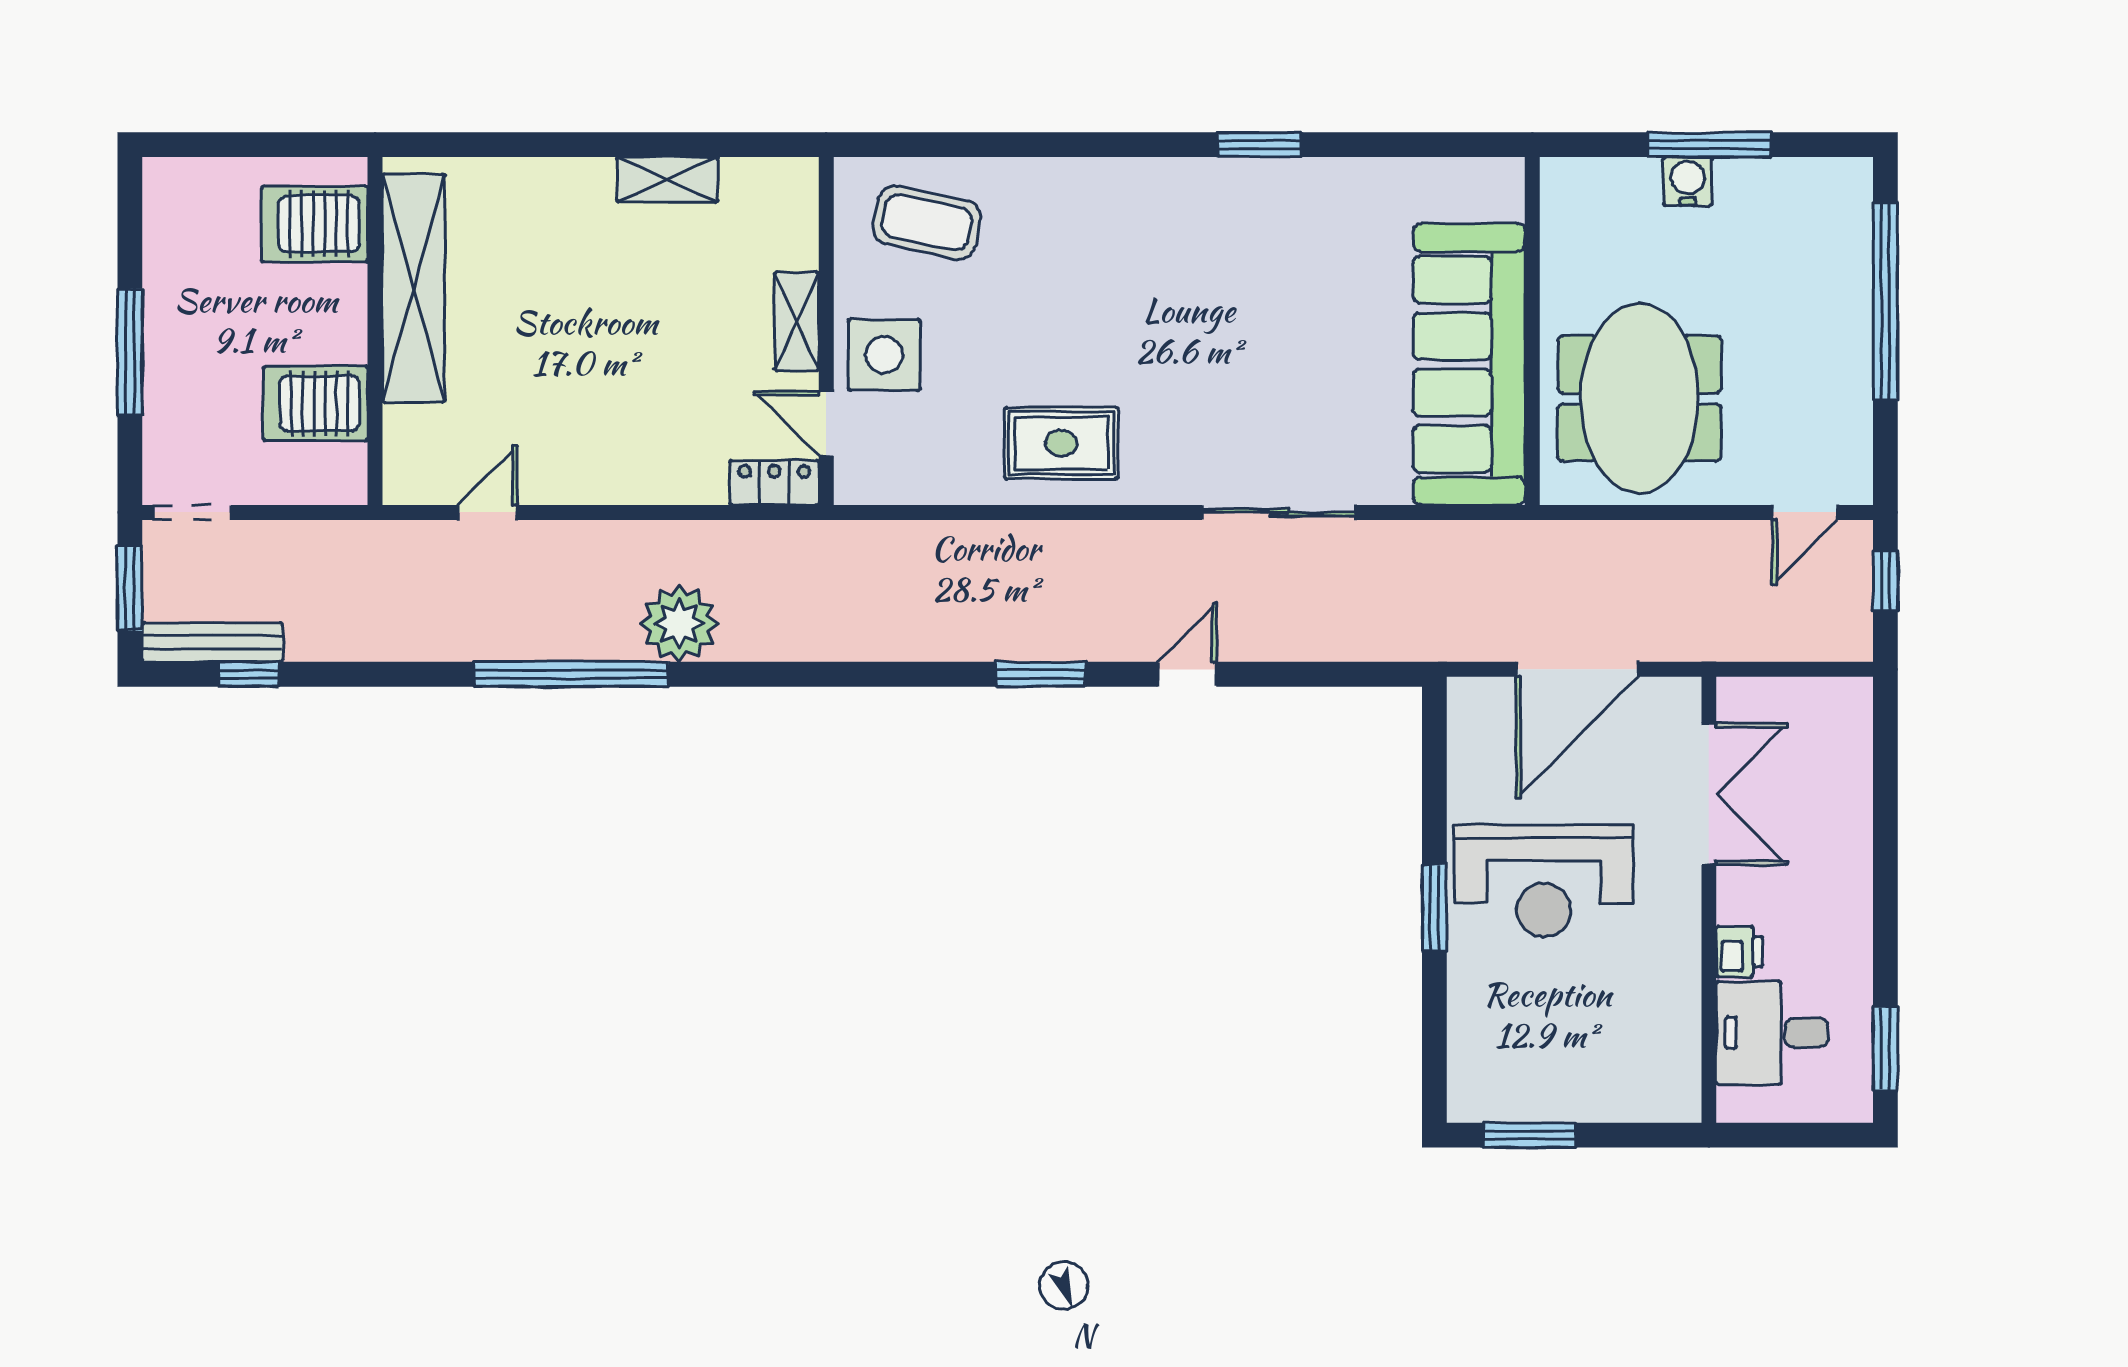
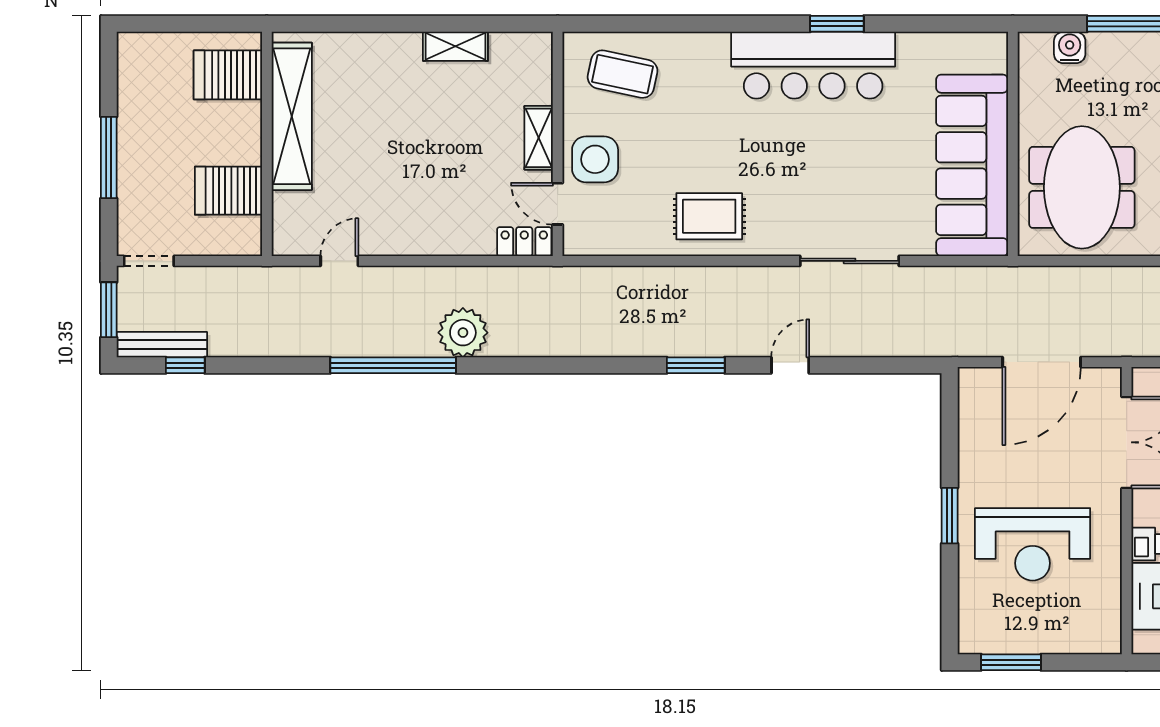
water cooler: (1688, 181) -> (1070, 47), moved
bar counter: (1223, 209) -> (813, 65), added
reception desk: (1544, 881) -> (1033, 544), moved

